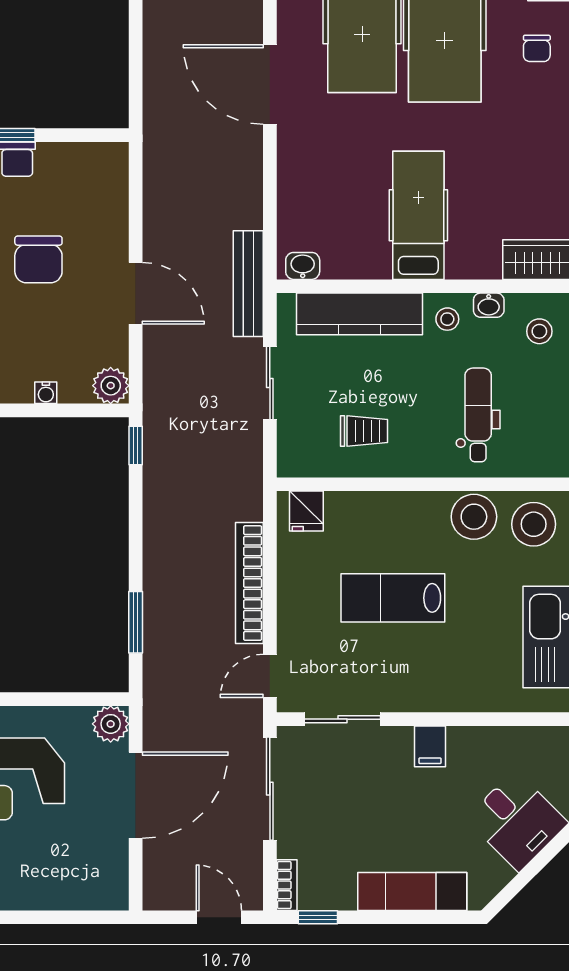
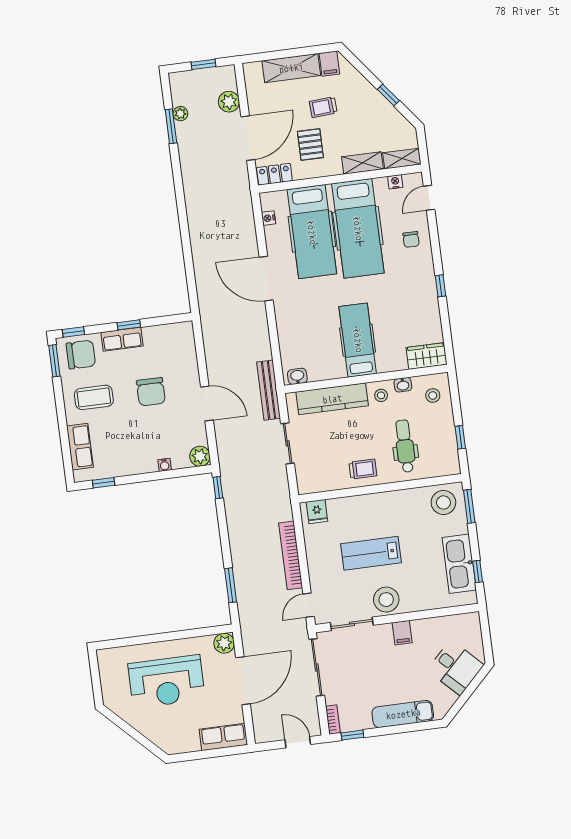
trolley: (364, 431) -> (363, 469), moved
stool: (474, 517) -> (386, 600), moved
row of seats: (88, 891) -> (223, 737), added

